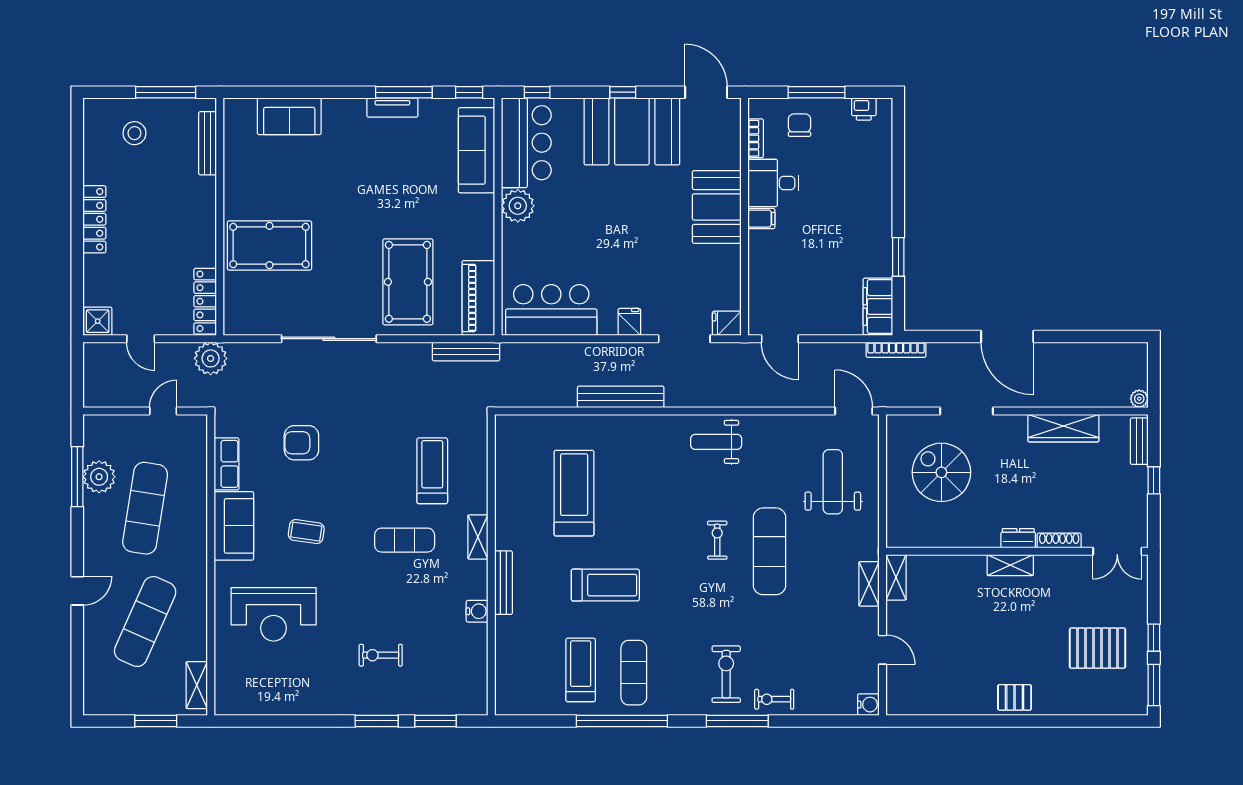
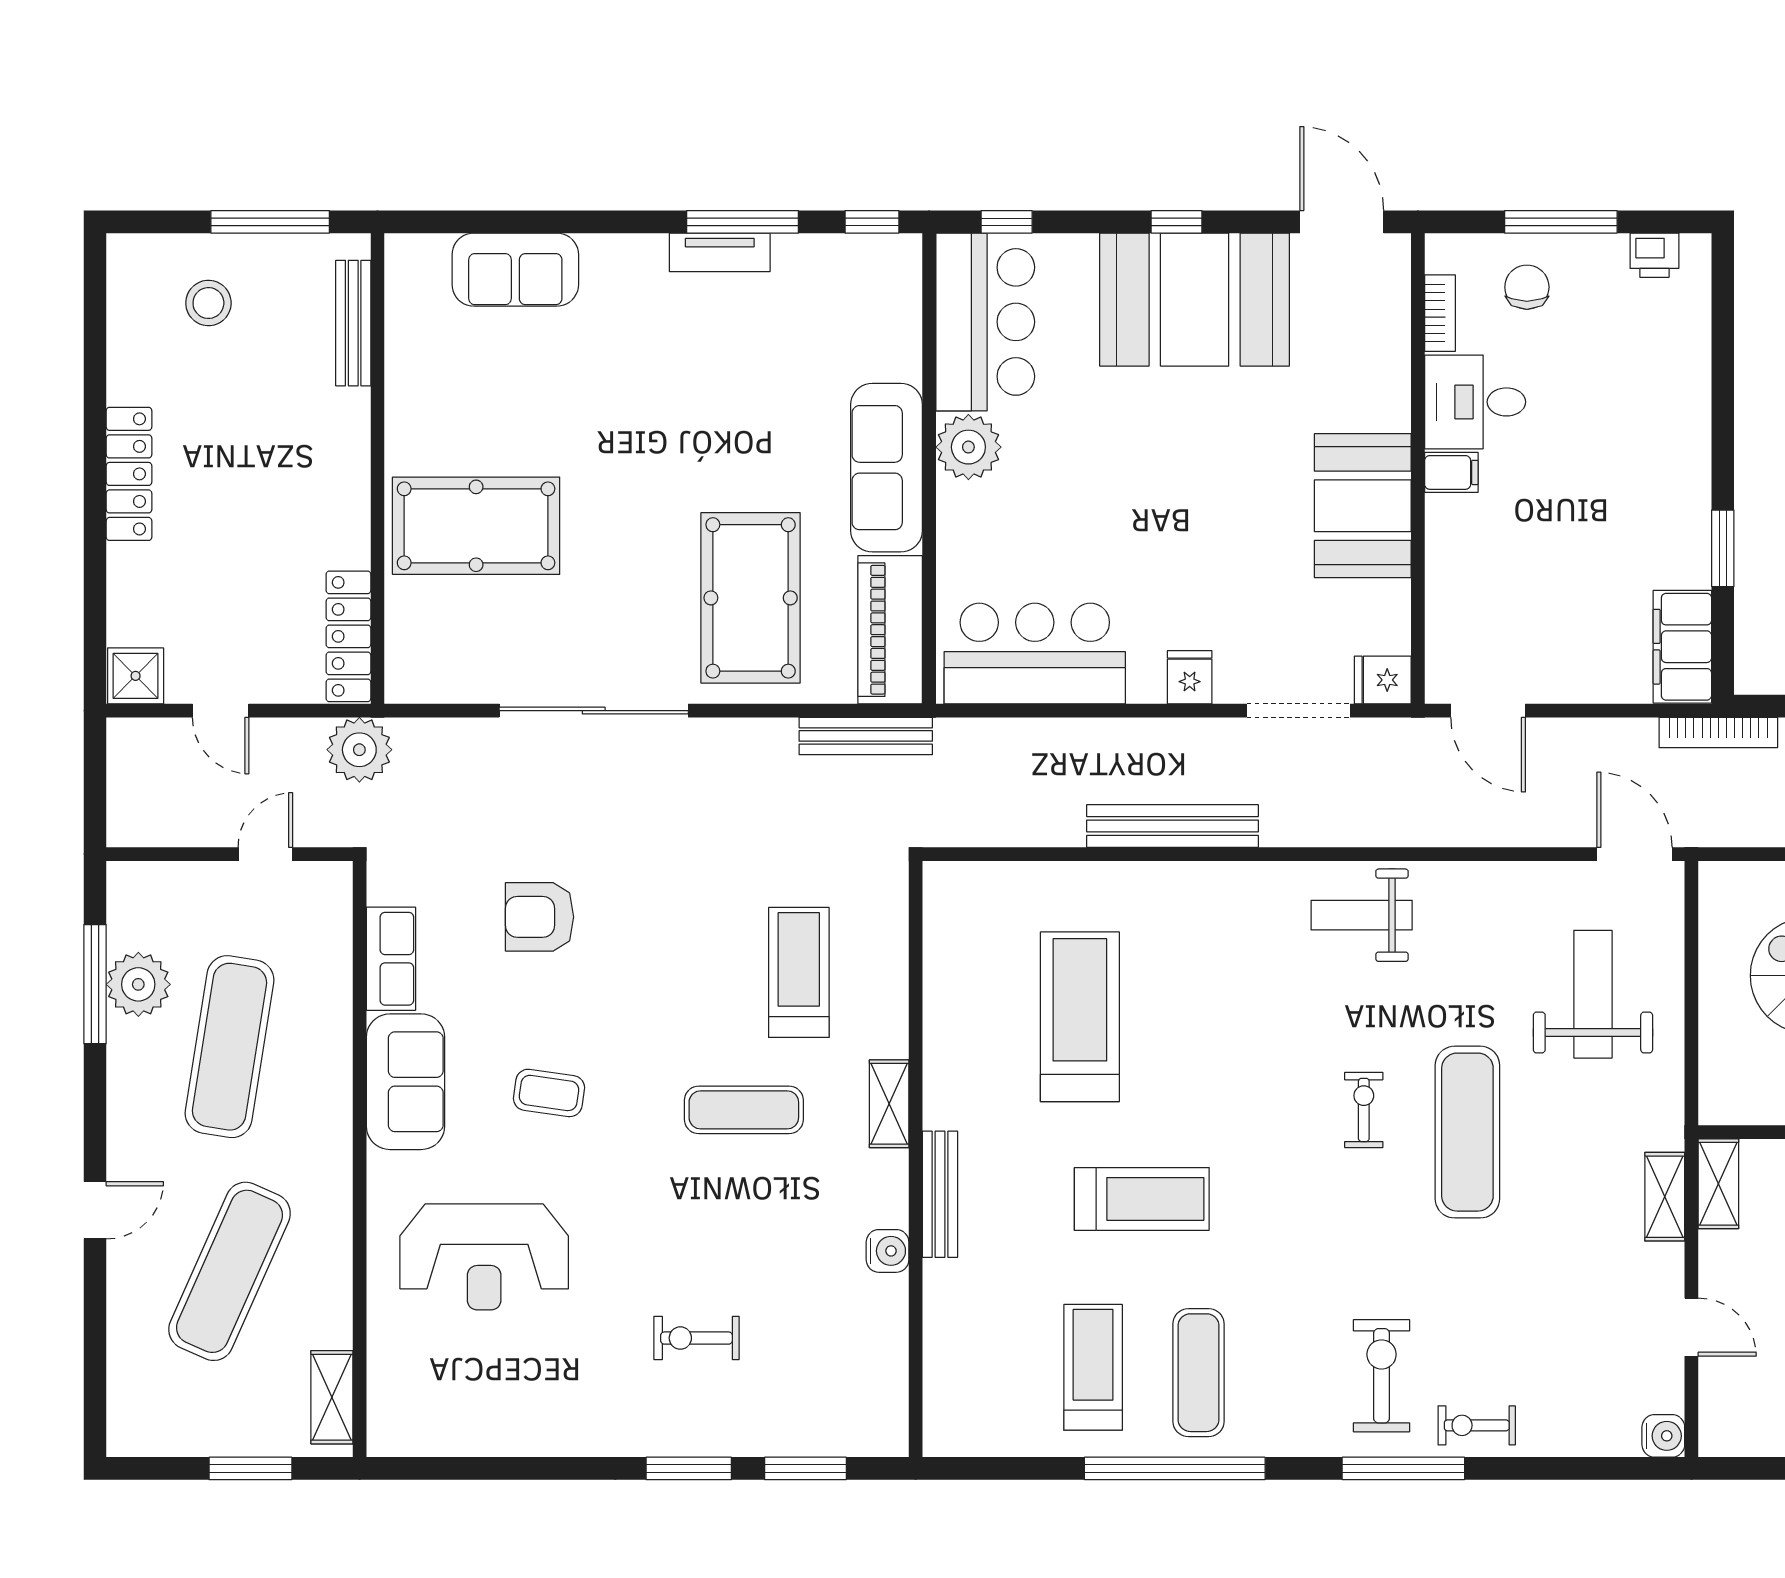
sofa: (476, 150) -> (887, 468), moved
booth: (717, 207) -> (1363, 506), moved

